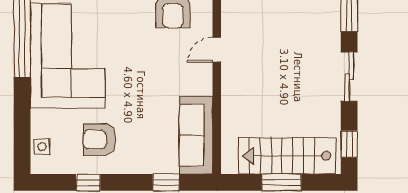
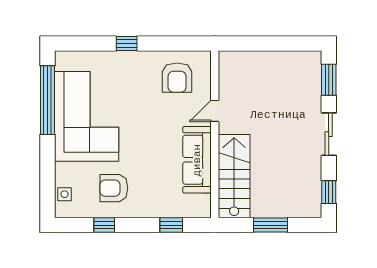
sofa: (196, 135) -> (197, 160), moved
stairs: (287, 156) -> (234, 176), moved, turned 90

